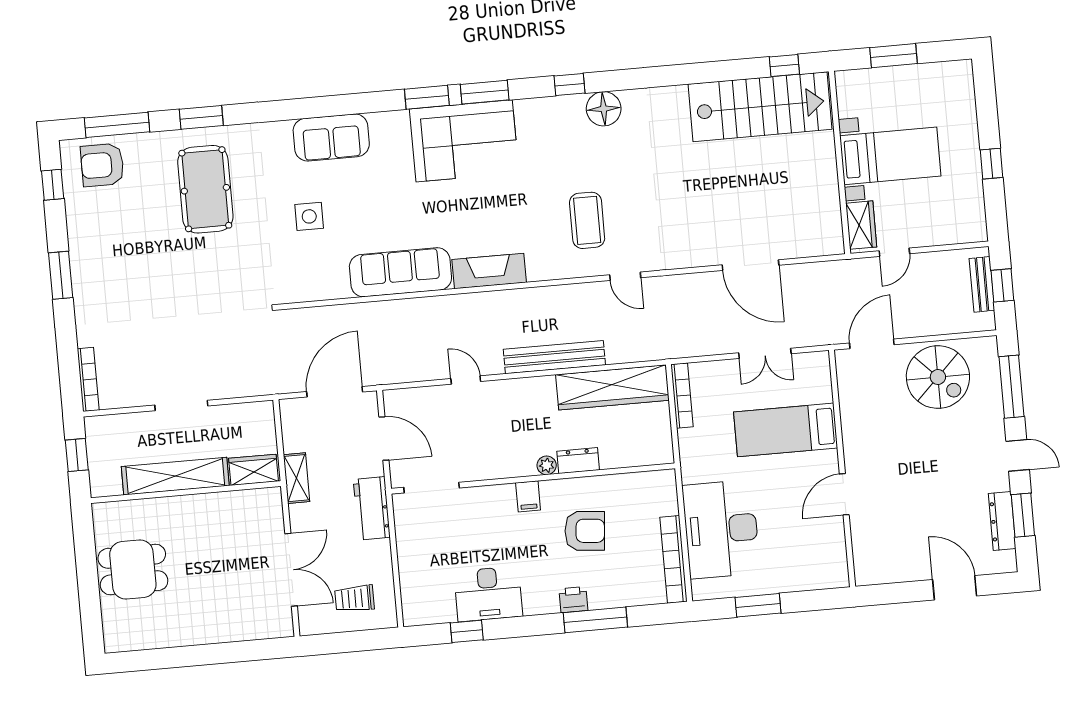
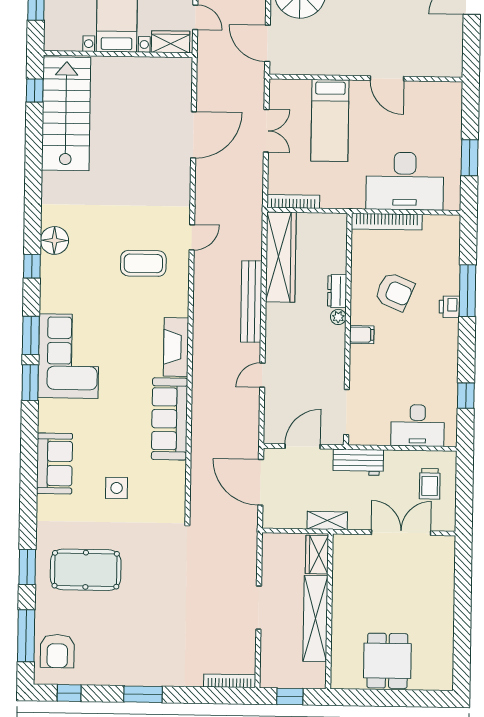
armchair: (585, 531) -> (395, 292), turned 108
bookcase: (673, 559) -> (387, 222), moved
desk: (488, 594) -> (418, 425), moved, turned 90

